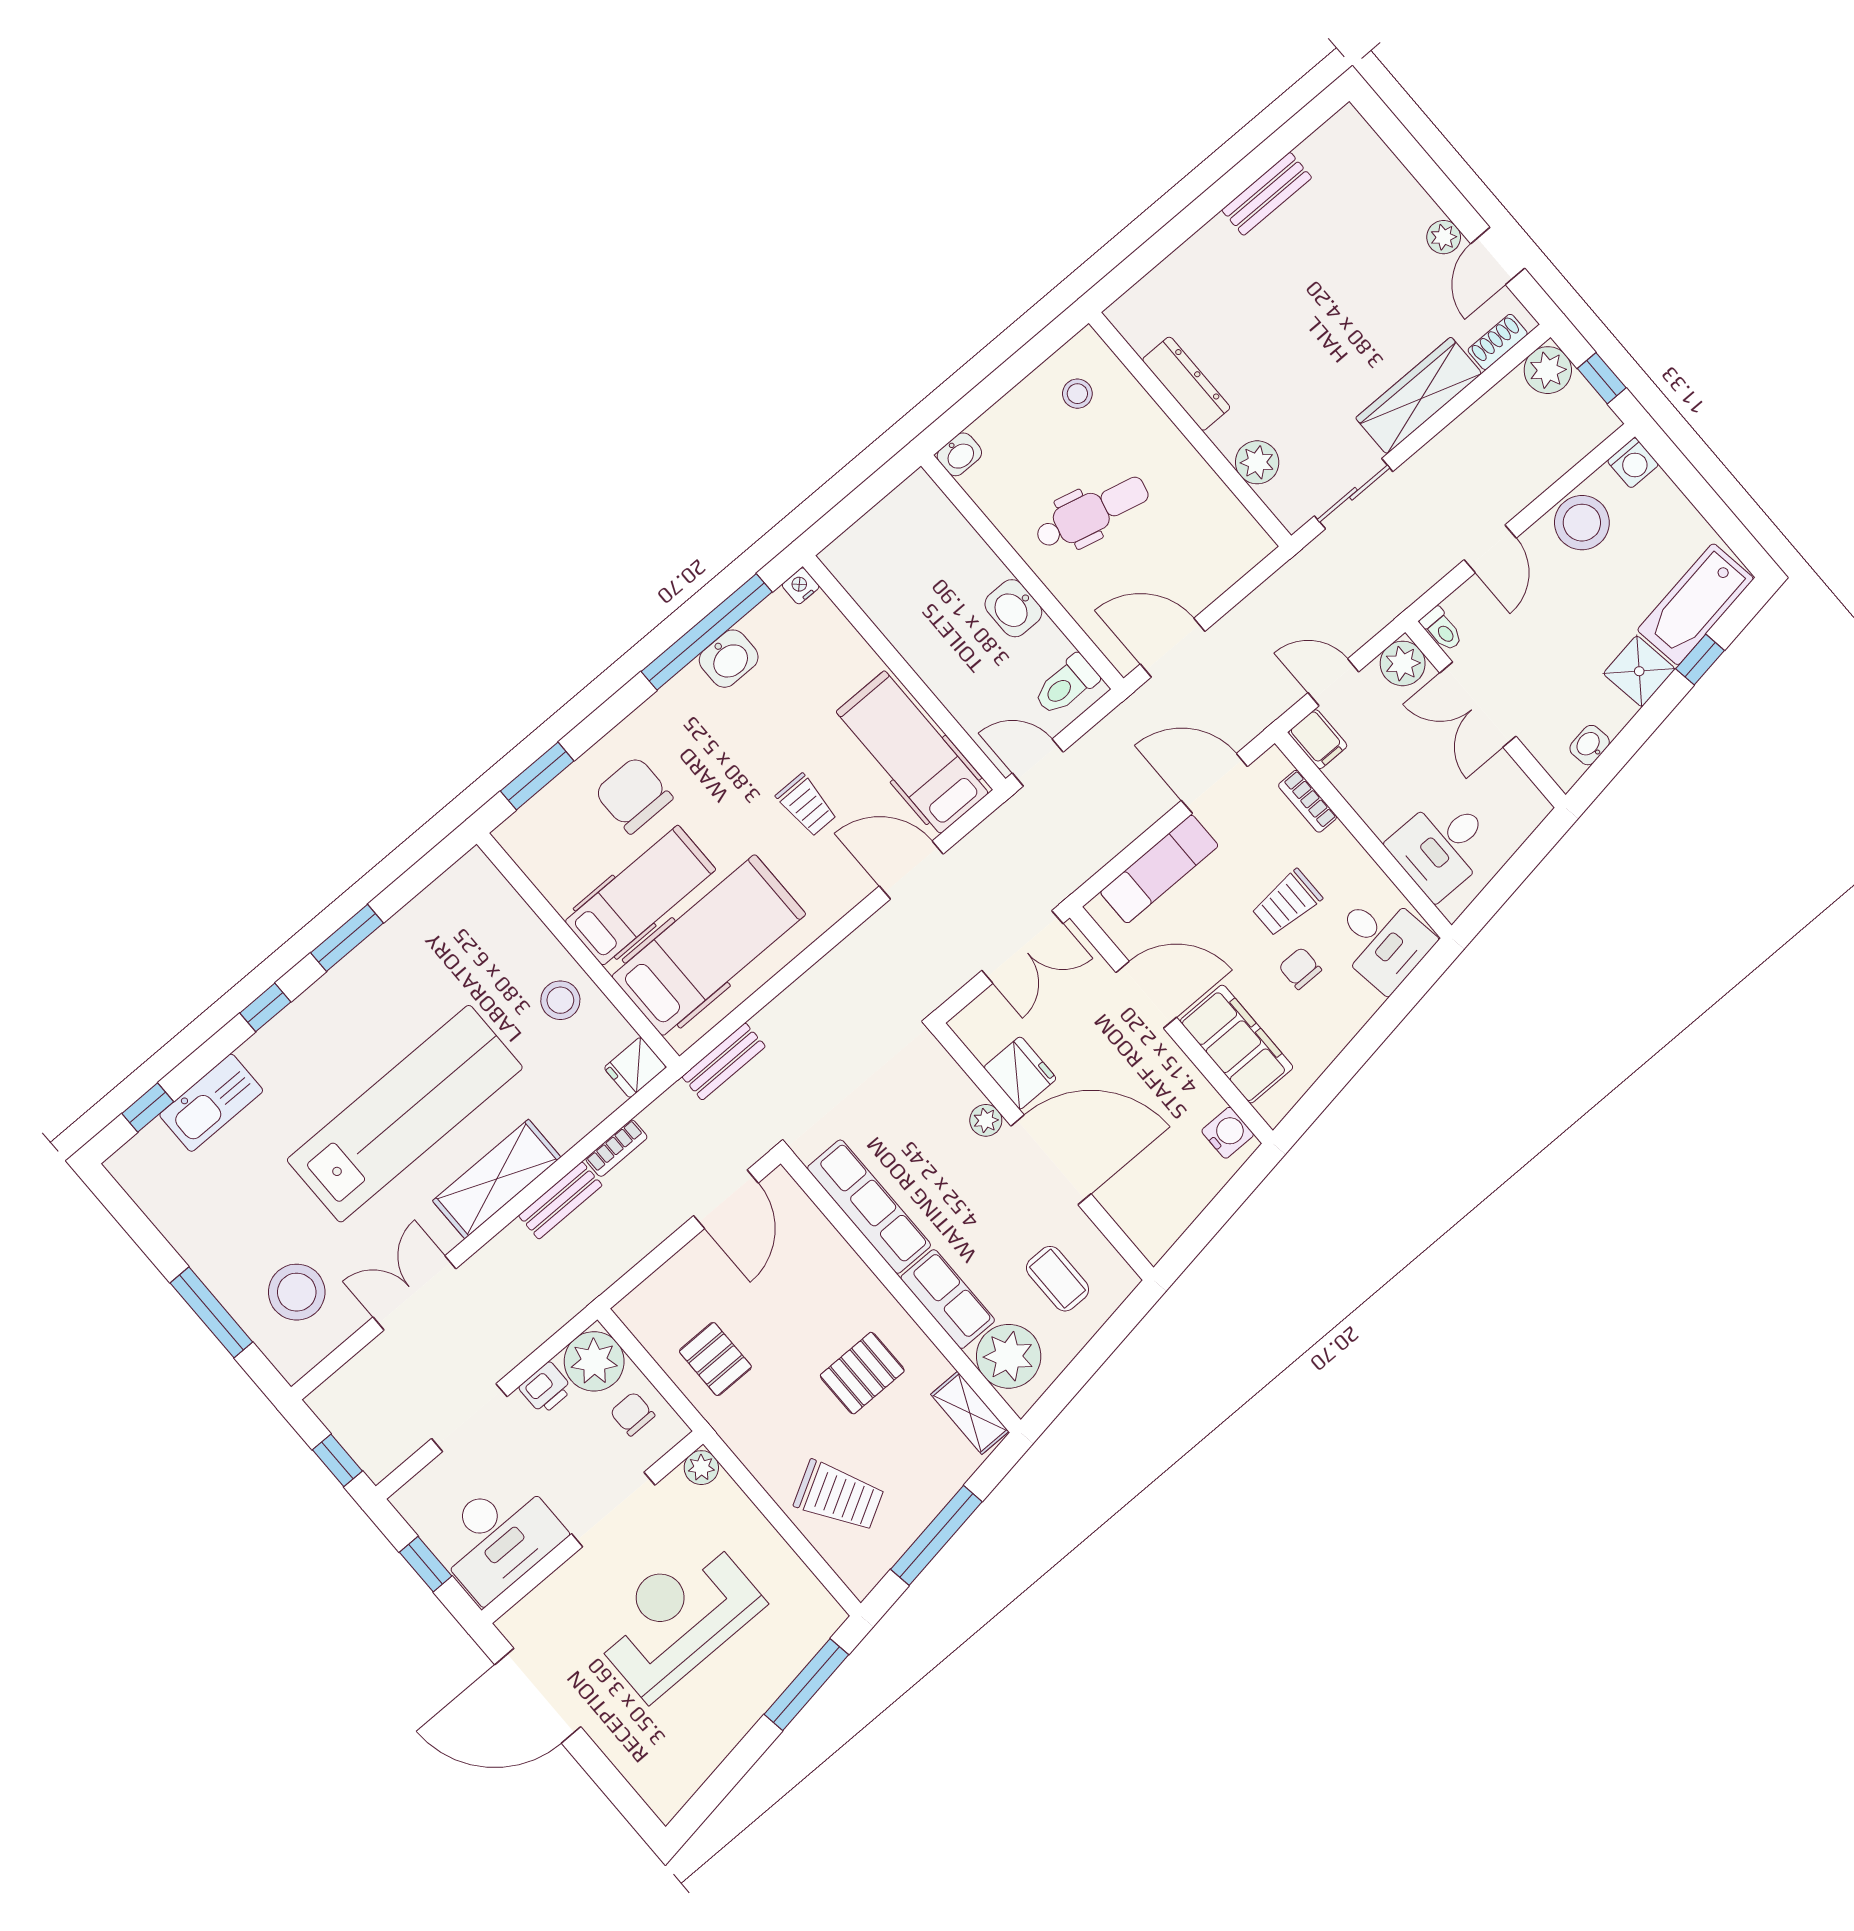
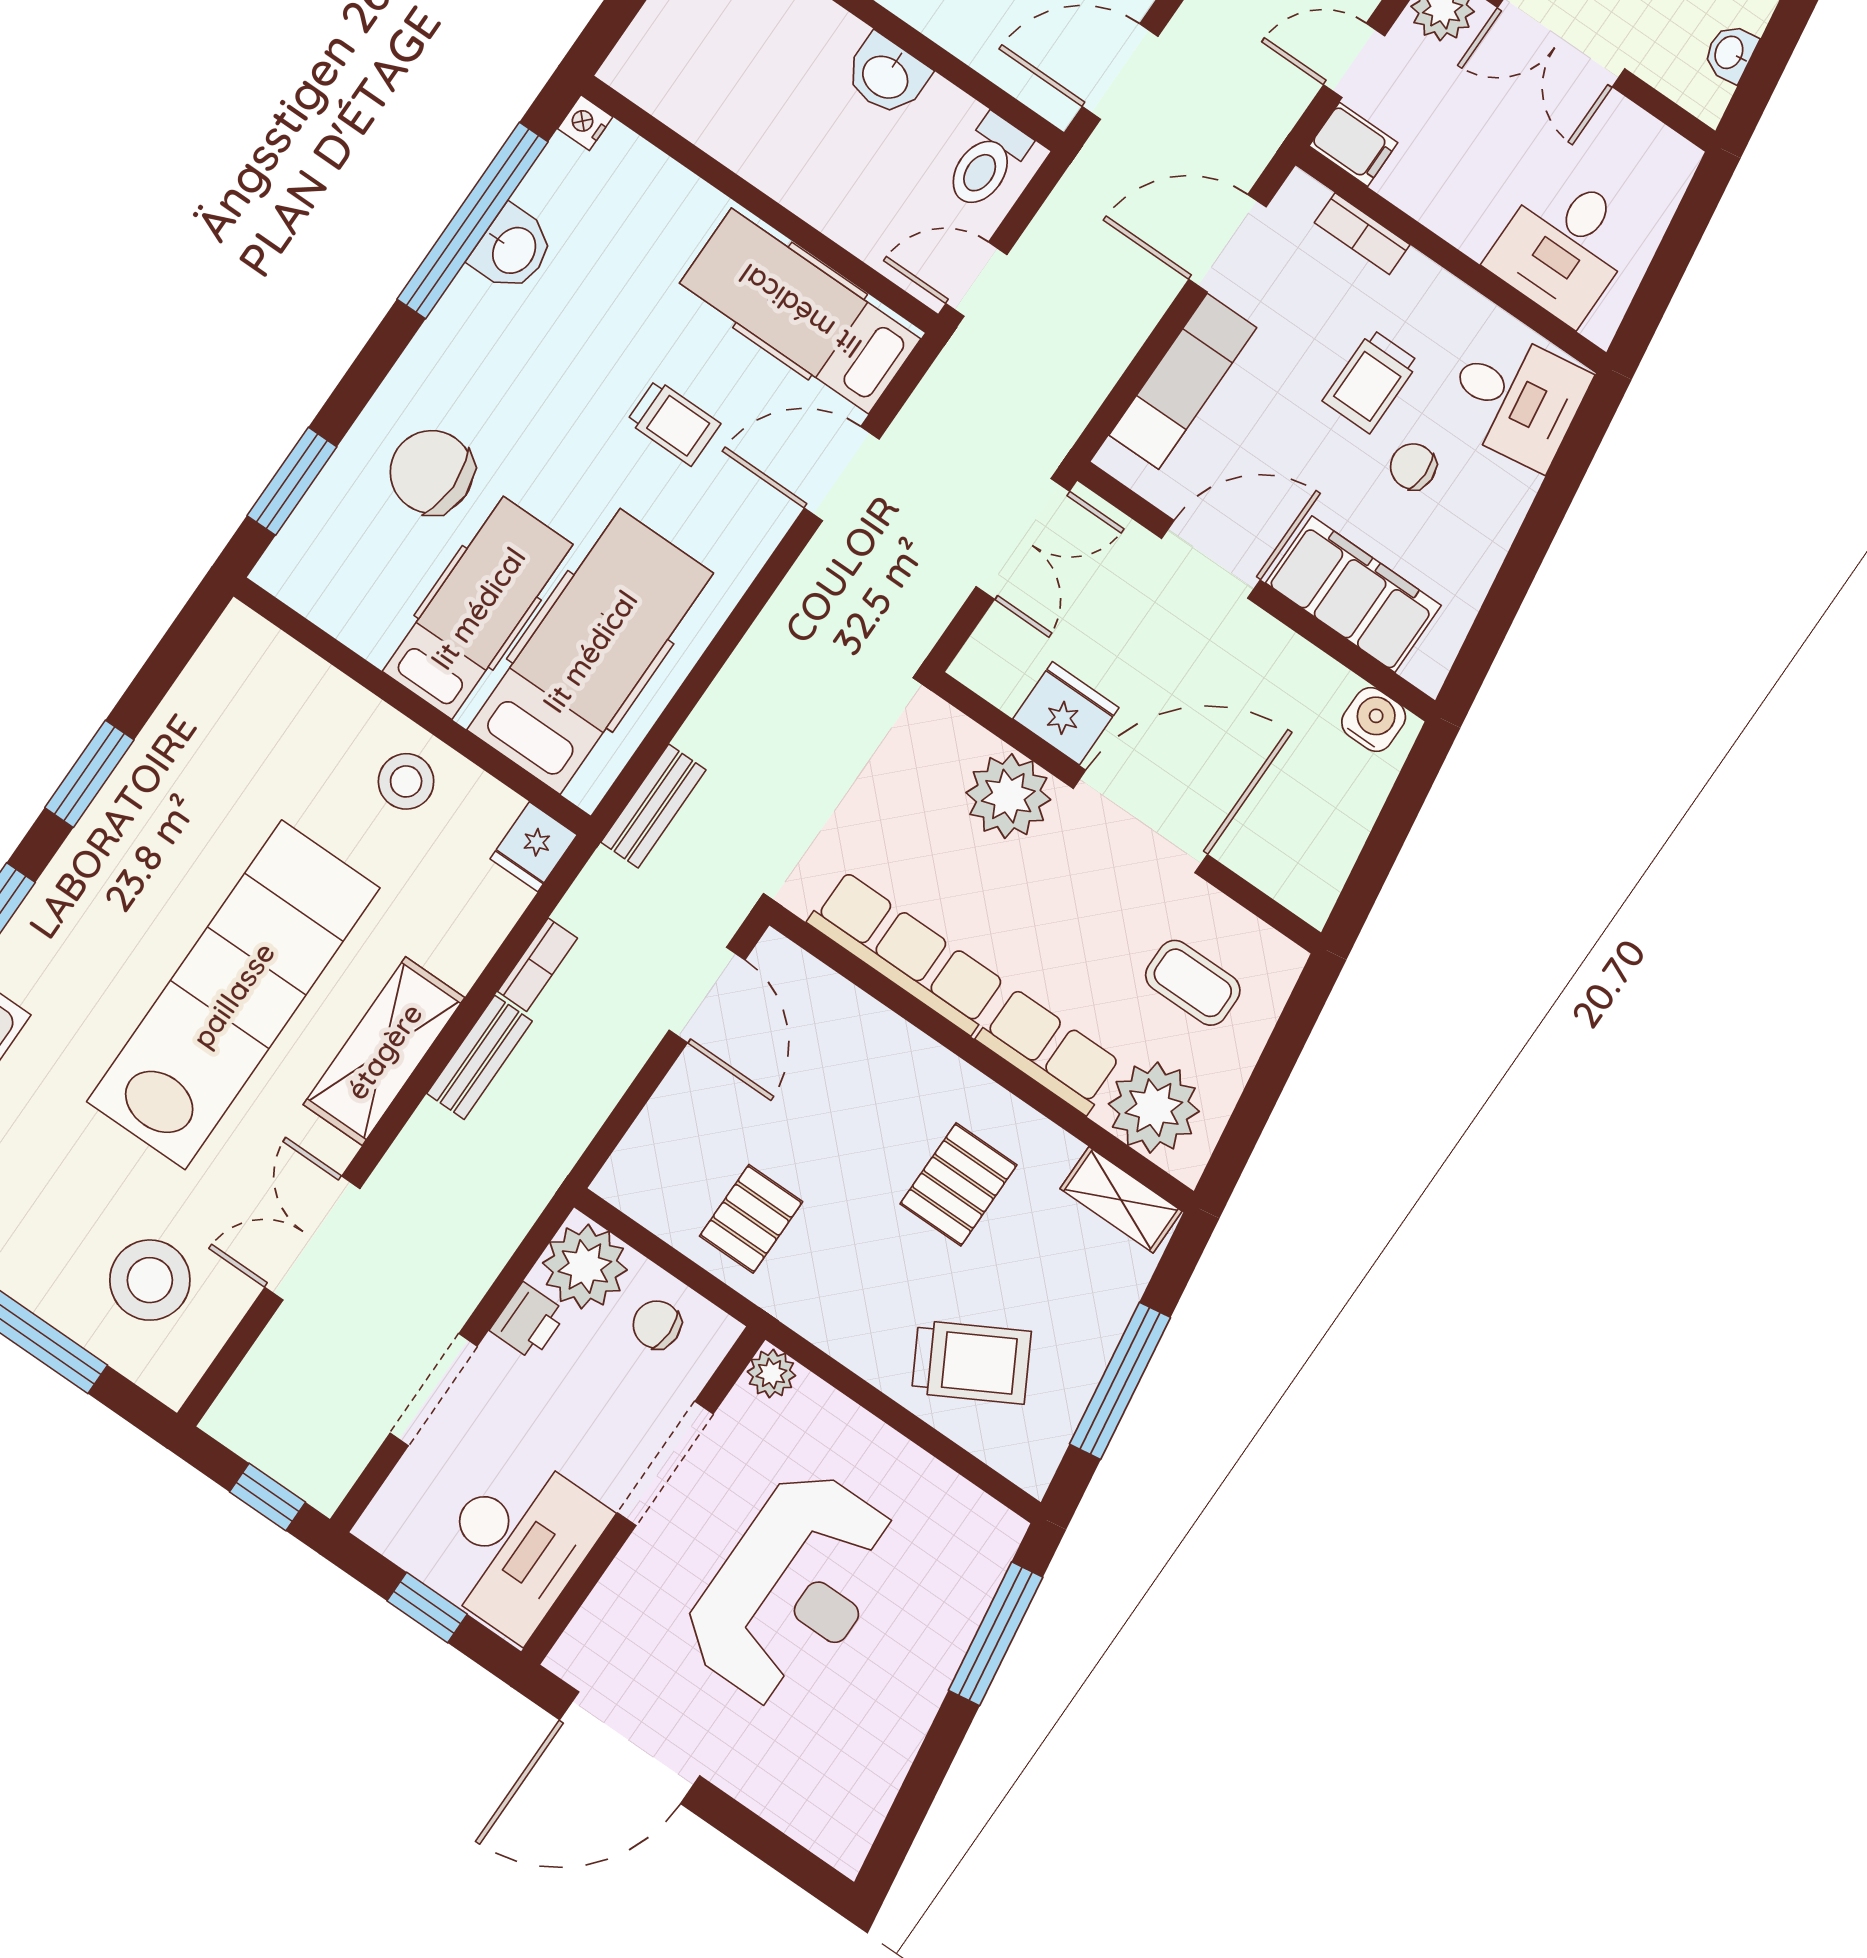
plant: (986, 1120) -> (1008, 796), width x1.88, depth x1.88
pallet: (715, 1359) -> (751, 1219), turned 90
reception desk: (677, 1617) -> (793, 1589), turned 180

